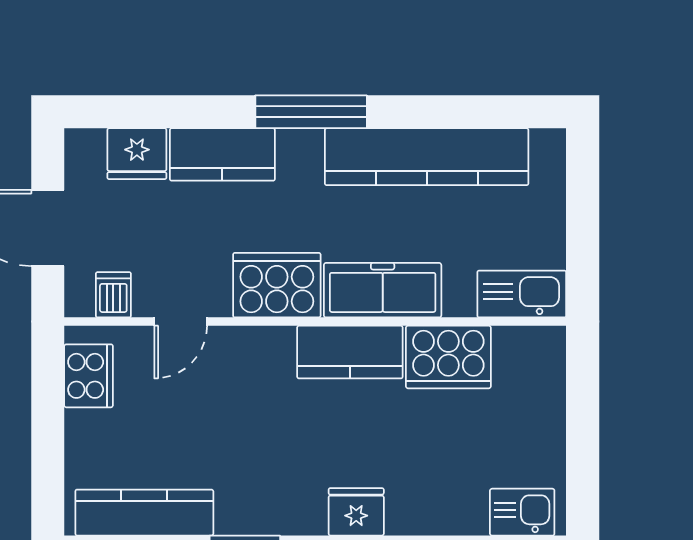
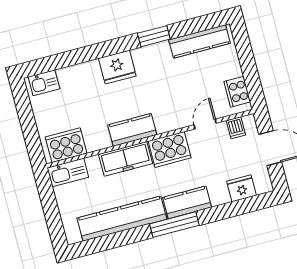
kitchen counter: (222, 154) -> (187, 202), moved
cooker: (448, 357) -> (66, 145), moved
fridge: (356, 512) -> (117, 67), width x1.36, depth x1.34

